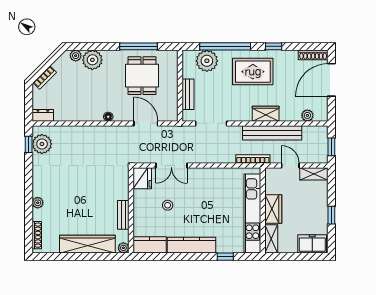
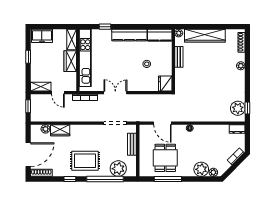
wardrobe: (266, 114) -> (60, 130), moved
bench: (272, 133) -> (71, 116), removed
double door: (171, 166) -> (115, 93), moved

